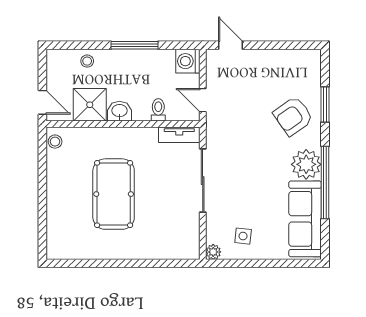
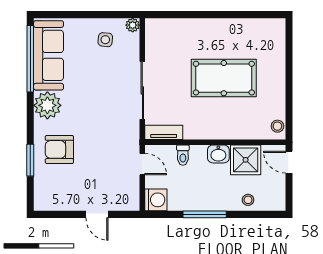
door: (230, 45) -> (97, 214), moved
armchair: (293, 116) -> (59, 149), turned -145
window: (325, 183) -> (30, 59), moved
pool table: (114, 194) -> (224, 78), turned 90

